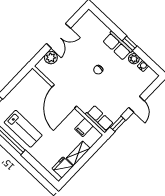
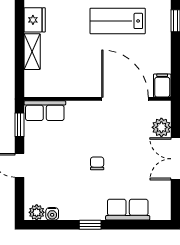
row of seats: (118, 46) -> (128, 210), moved
plant: (134, 59) -> (37, 212), moved
door: (64, 97) -> (125, 99), moved
filing cabinet: (84, 127) -> (162, 85), moved

